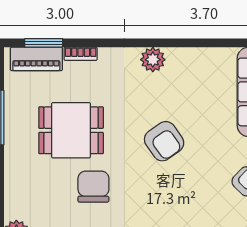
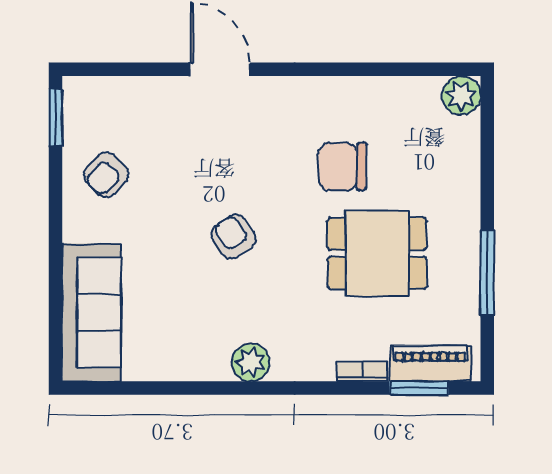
armchair: (164, 141) -> (233, 237), width x0.72, depth x0.72
chair: (93, 187) -> (342, 166), turned 90

